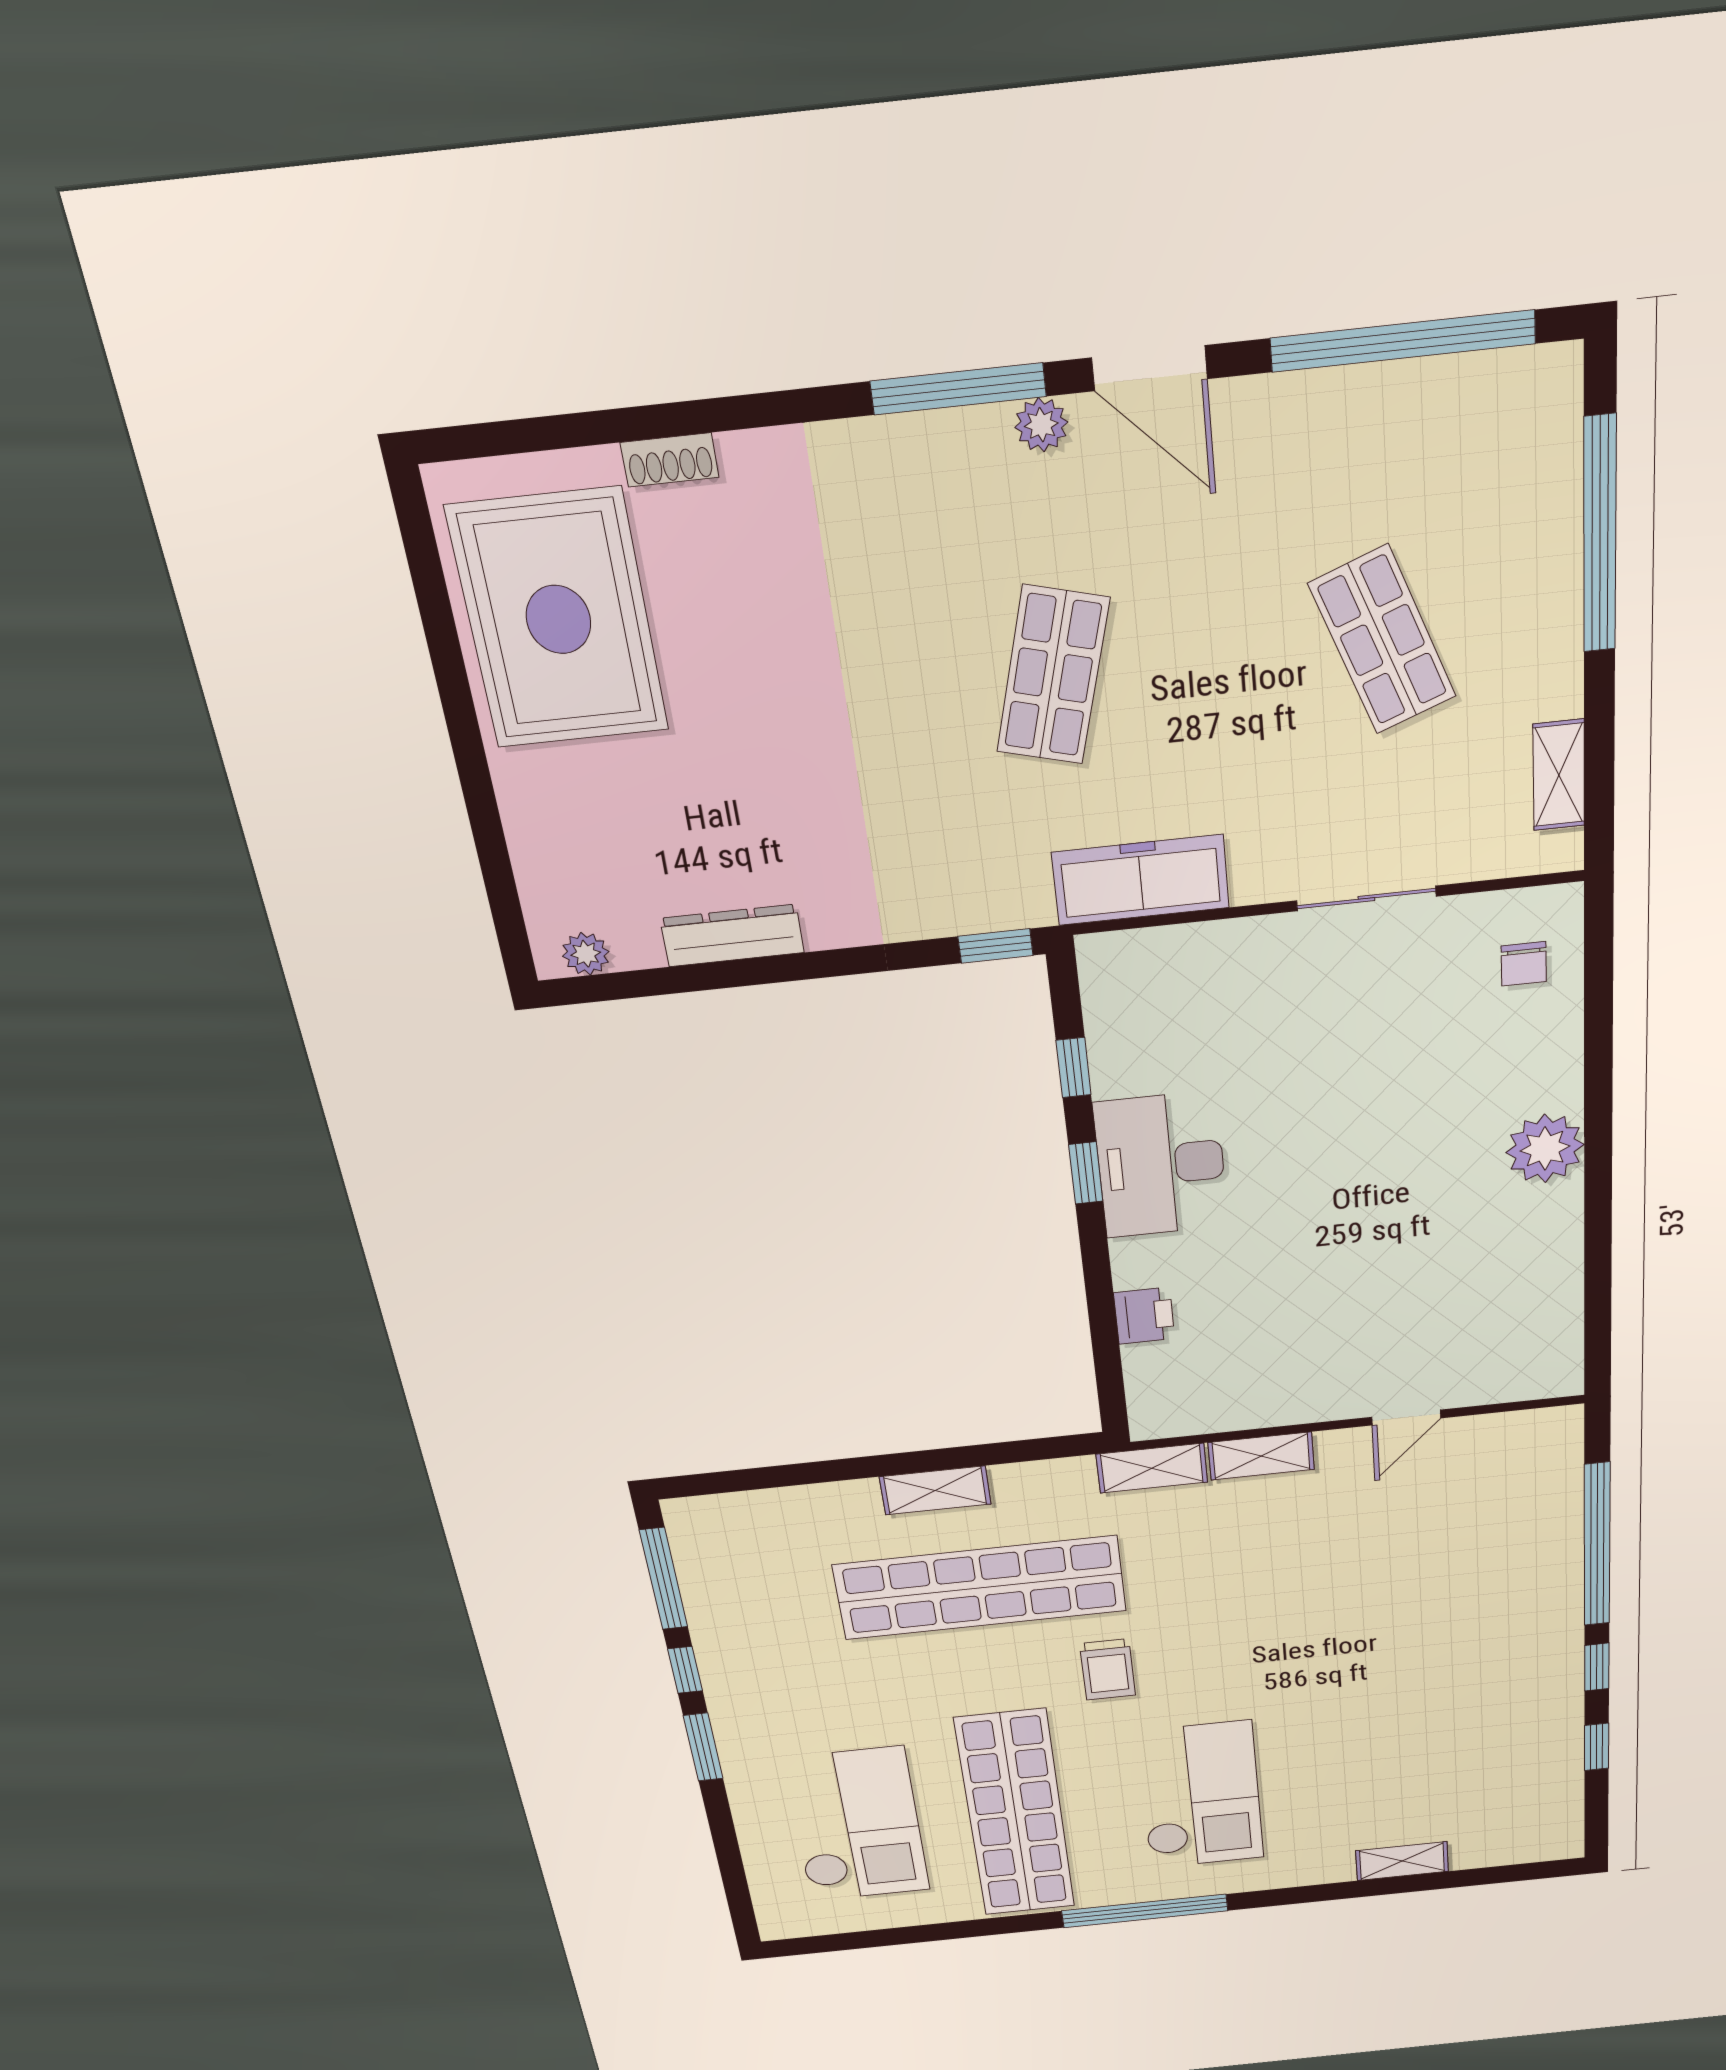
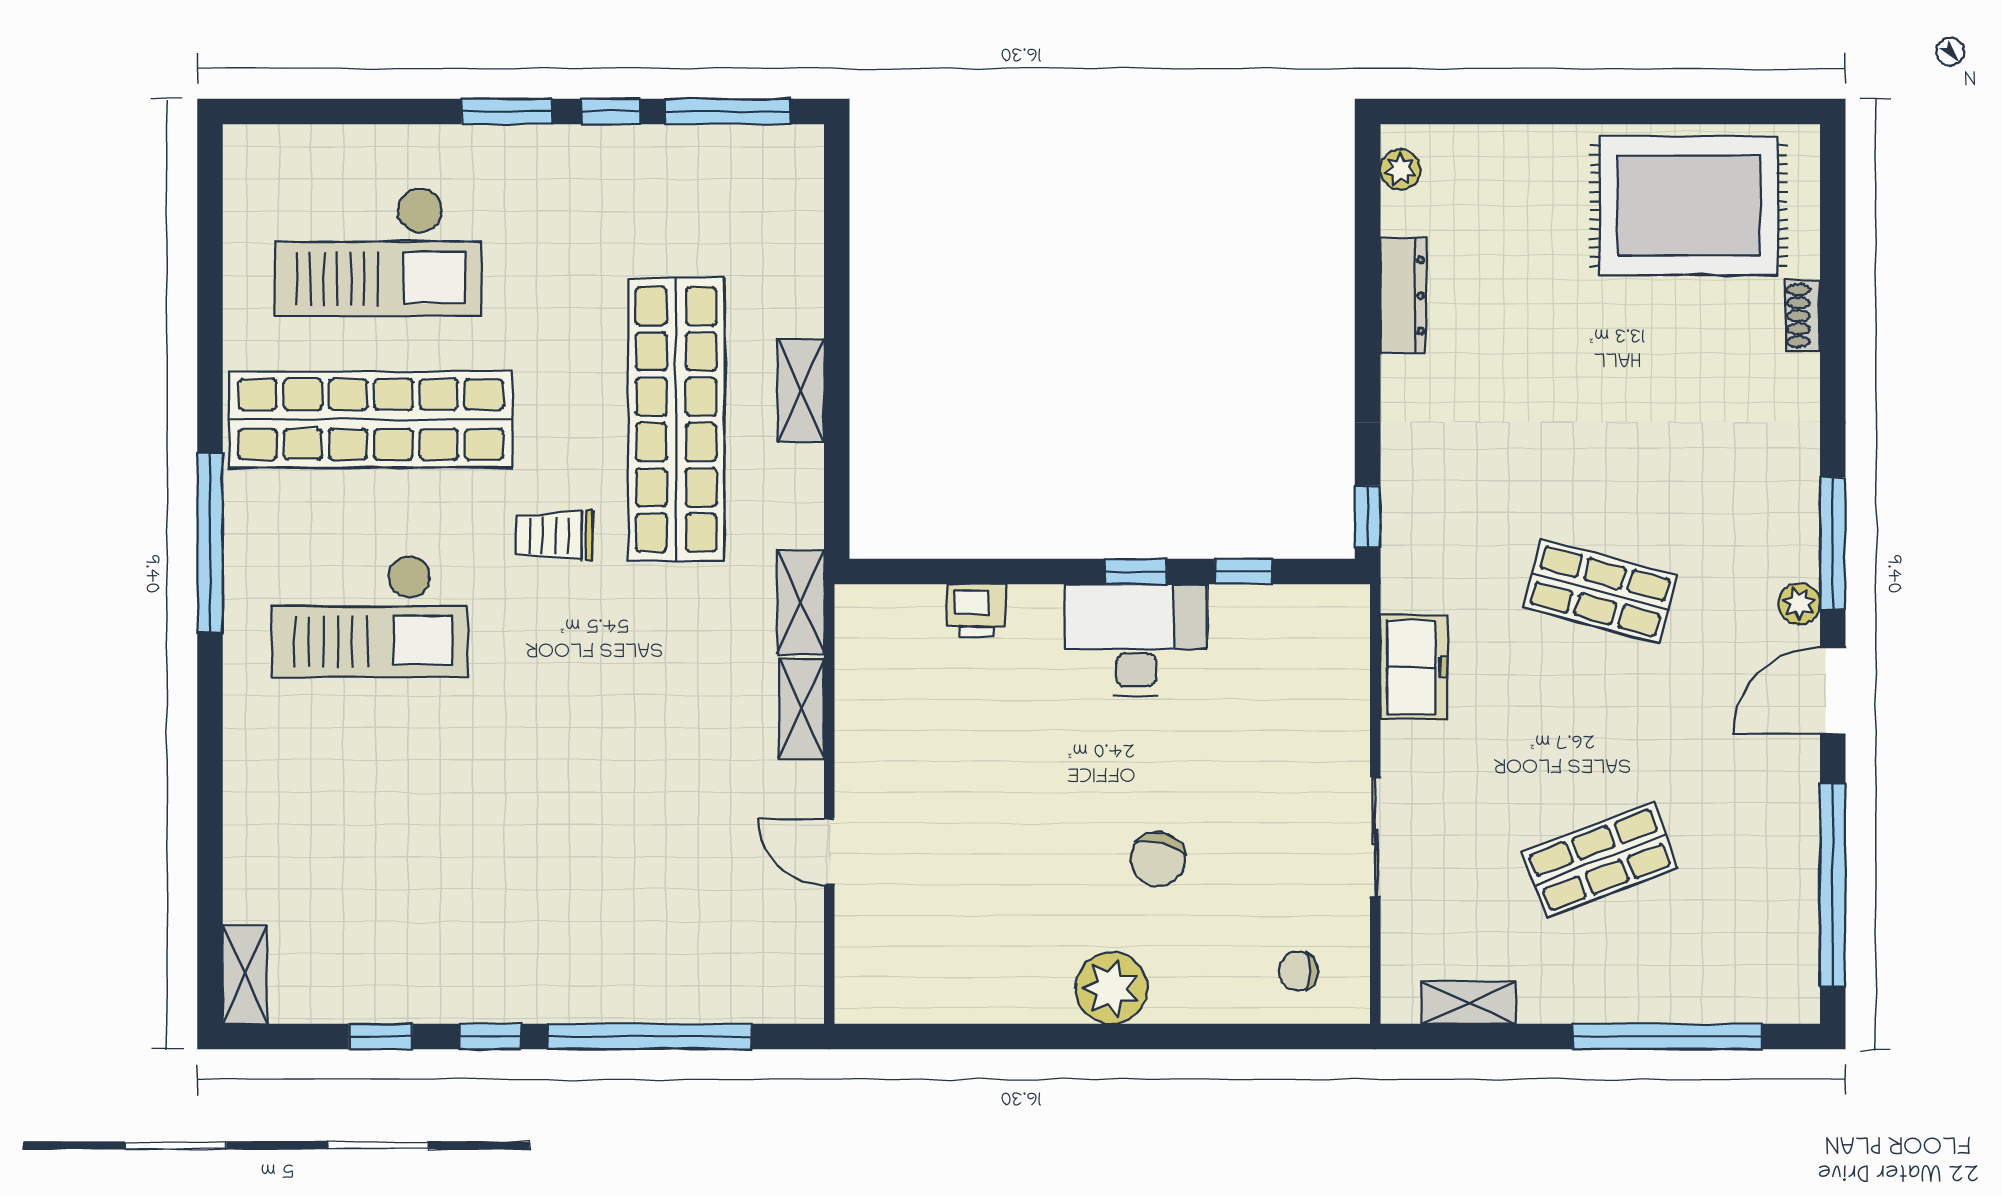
freezer: (1141, 880) -> (1414, 667), width x0.71
chair: (1402, 1118) -> (1158, 860), added
shelving: (1402, 1861) -> (245, 975), moved

